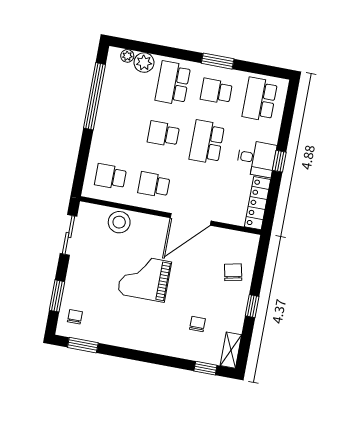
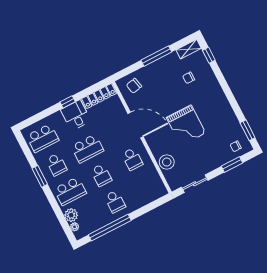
school desk: (110, 177) -> (115, 202), moved
chair: (233, 272) -> (134, 86), moved
window: (252, 306) -> (156, 56), width x2.17

